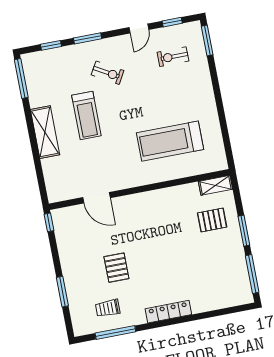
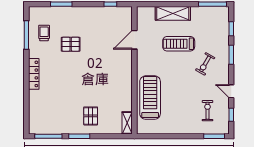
shelving: (215, 185) -> (127, 123), moved
wall: (139, 189) -> (134, 70), moved
door: (96, 198) -> (134, 40), moved

